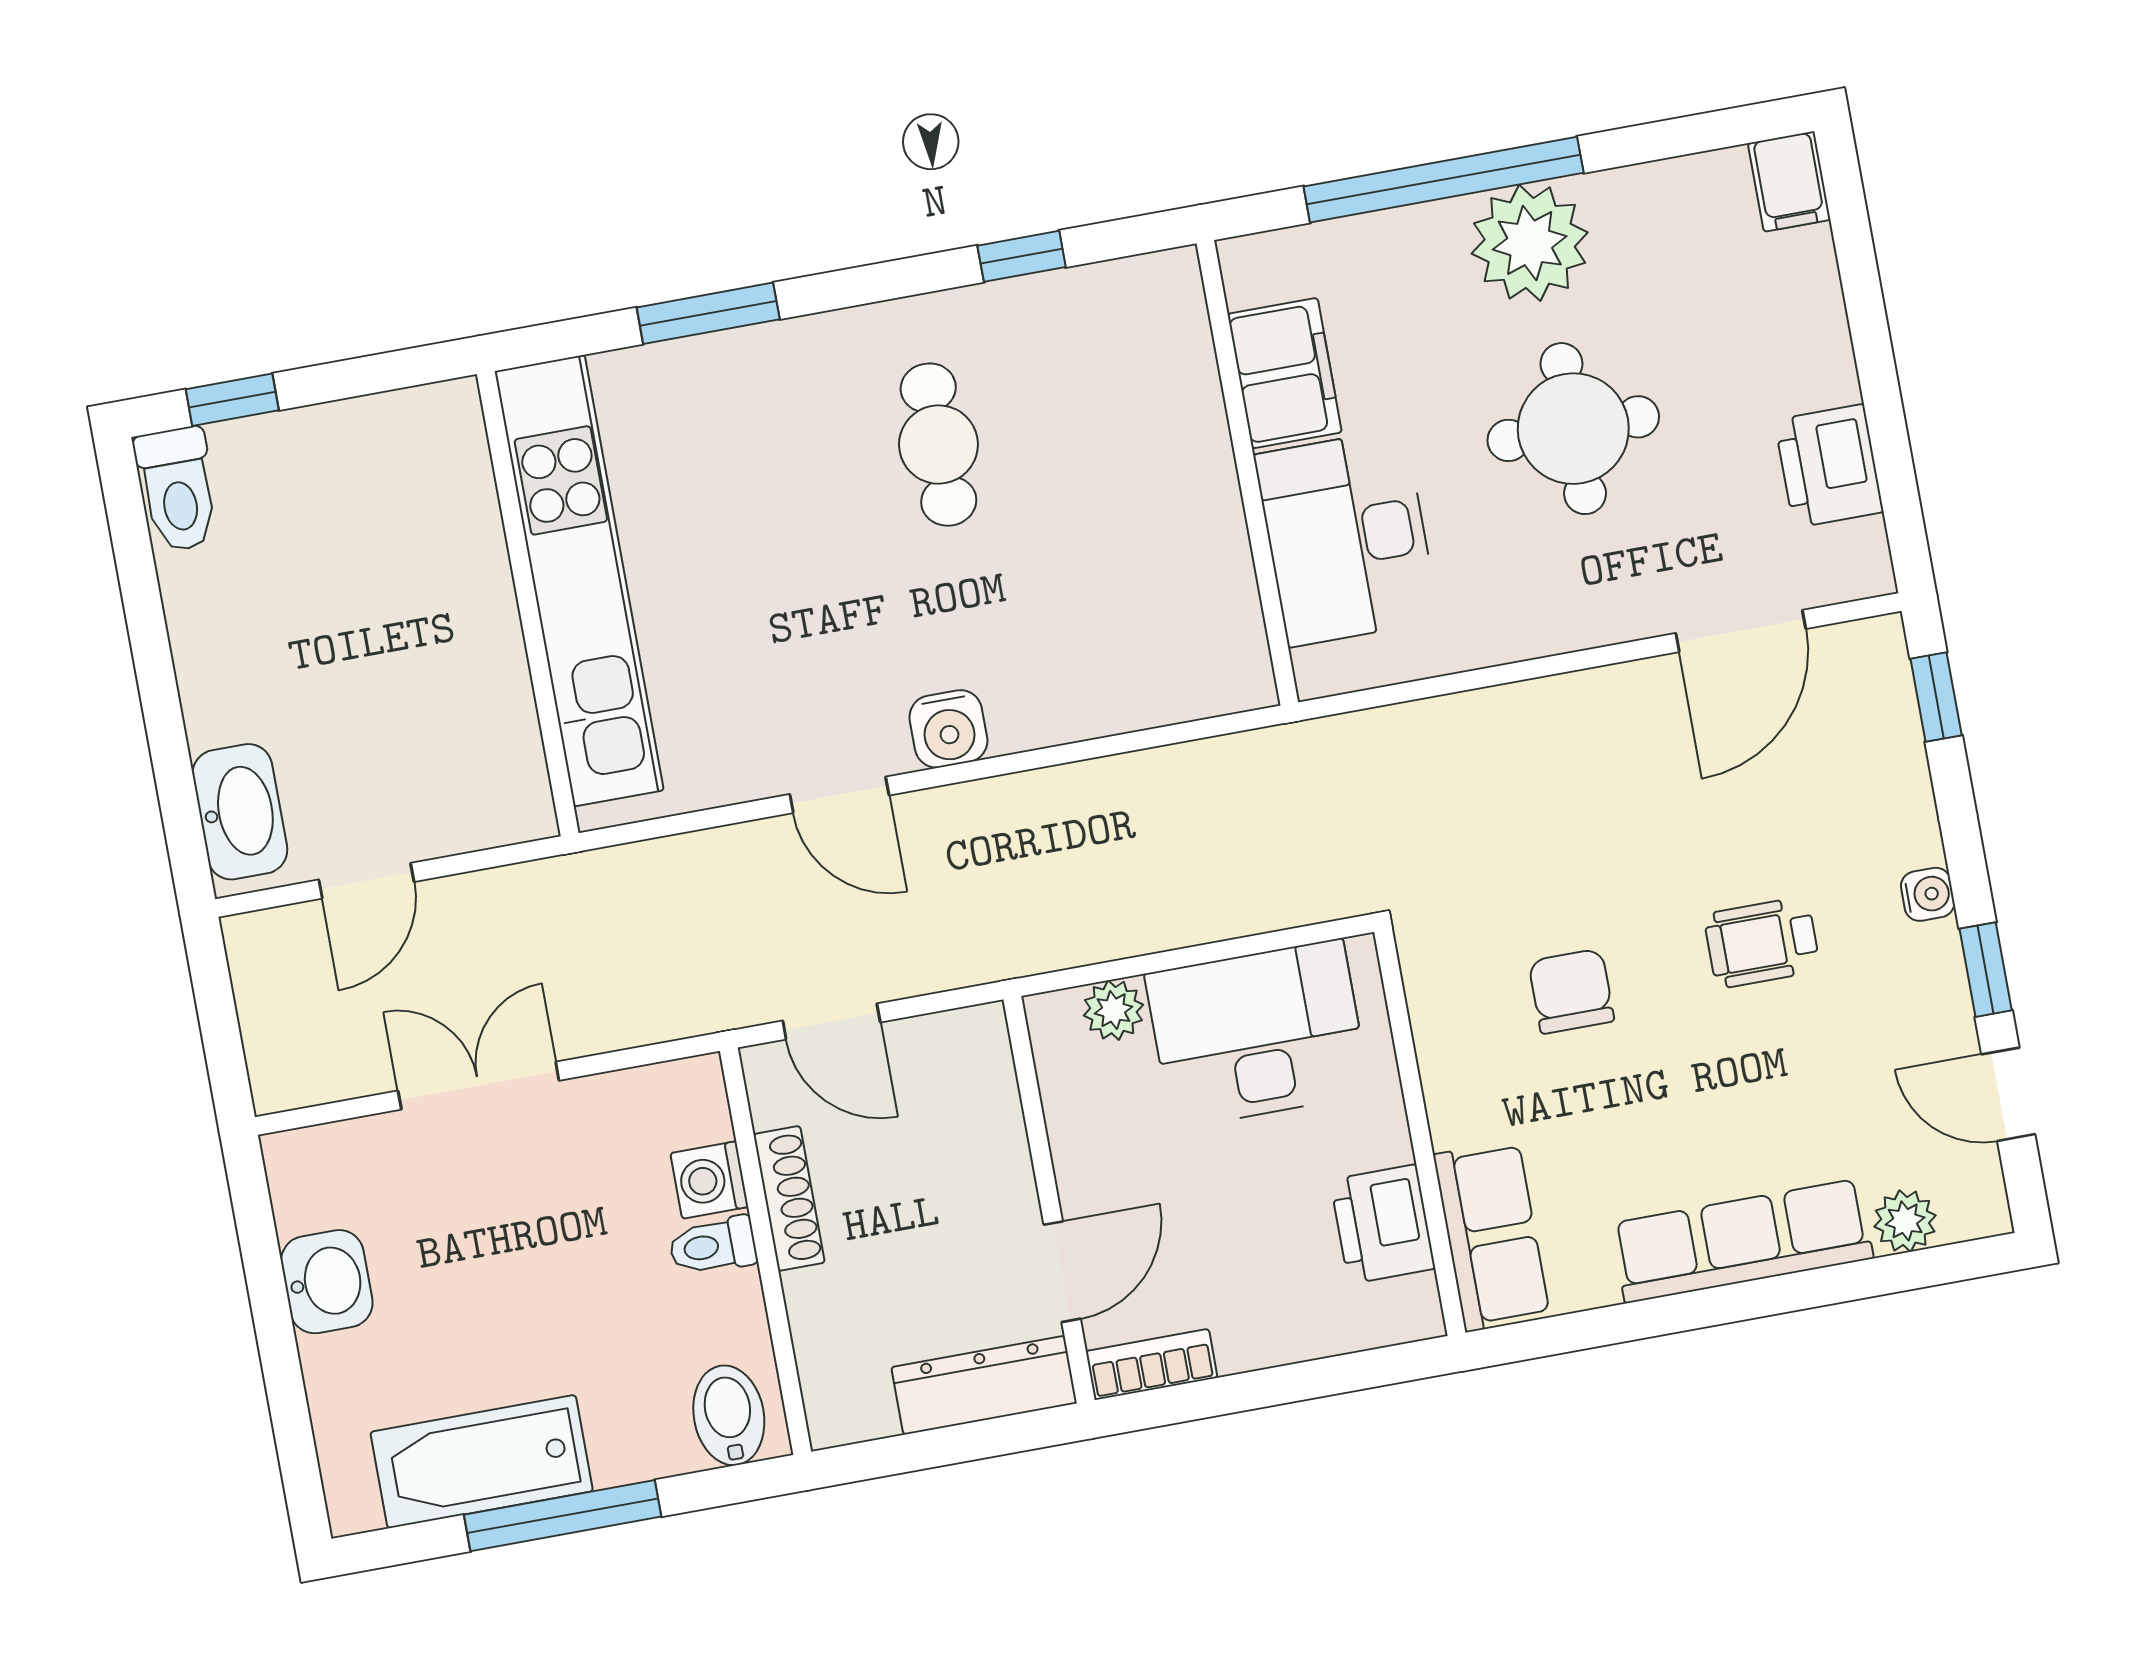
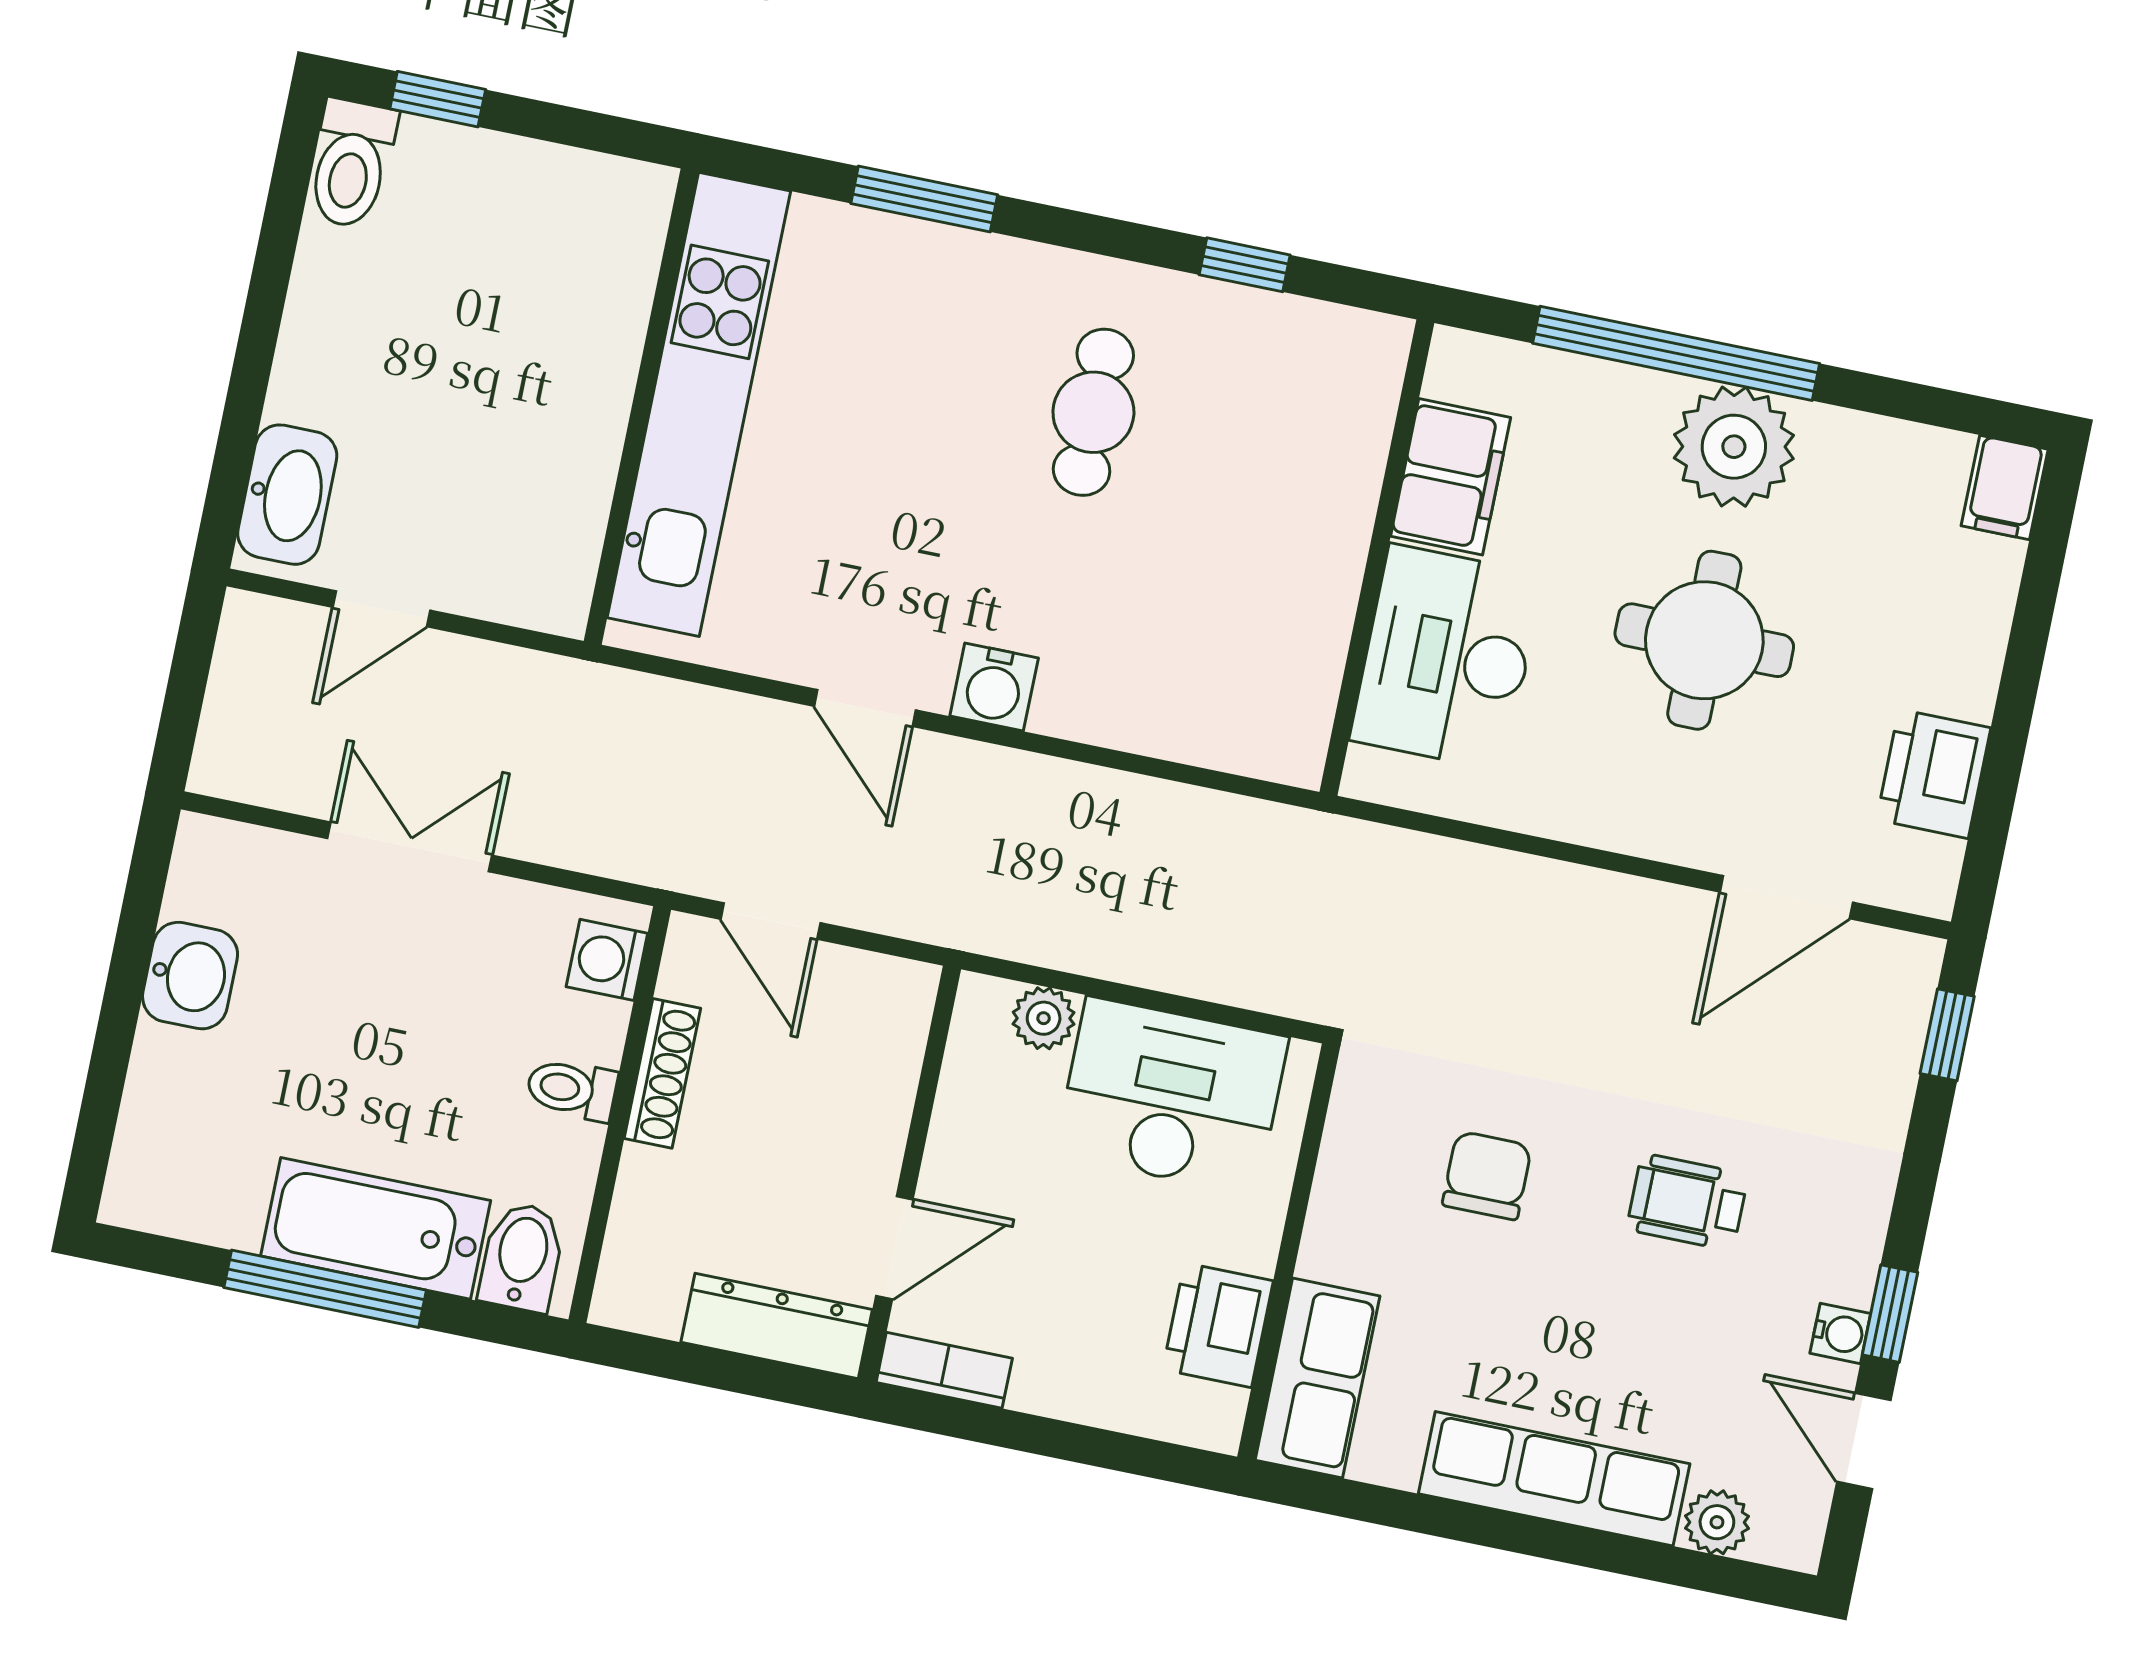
water cooler: (1928, 894) -> (1840, 1333), moved
washing machine: (709, 1180) -> (607, 960), moved
bathtub: (482, 1462) -> (376, 1228), moved

